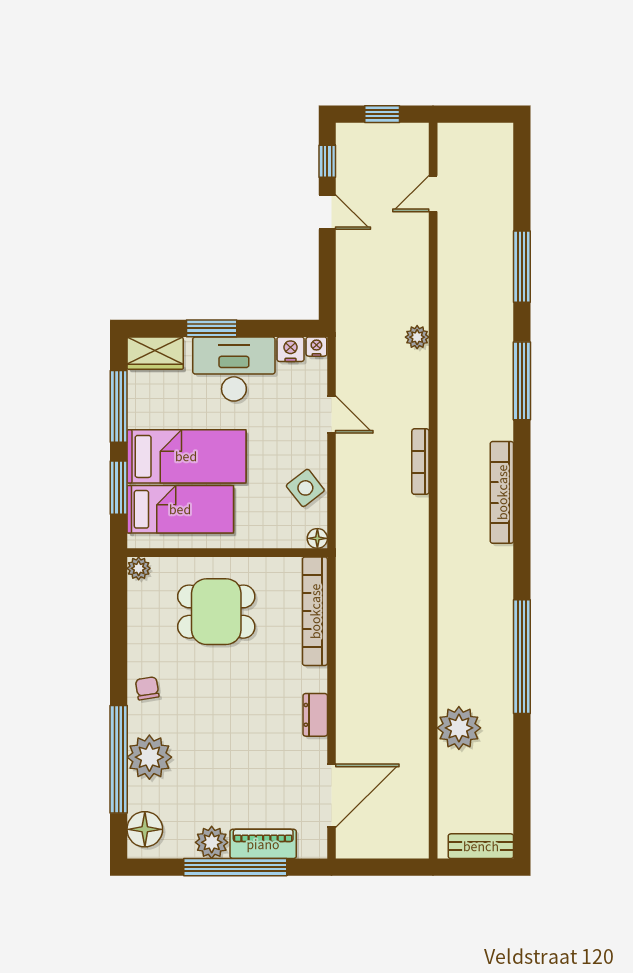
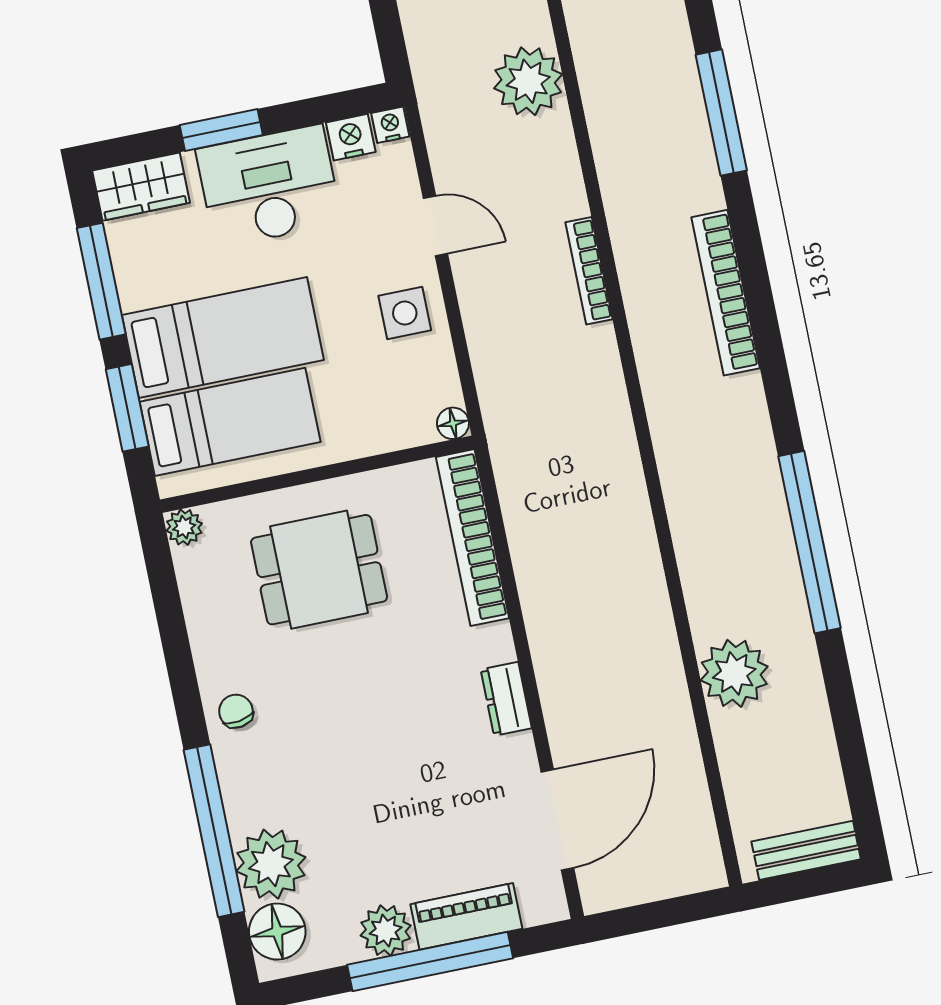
plant: (417, 337) -> (528, 81), width x1.88, depth x1.88
side table: (305, 488) -> (405, 313), moved, turned 38
plant: (149, 757) -> (271, 864), moved

